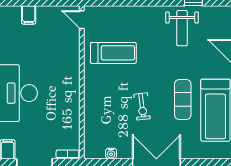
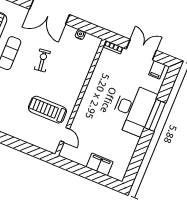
filing cabinet: (29, 15) -> (100, 164), width x2.00
door: (82, 20) -> (65, 135), moved

